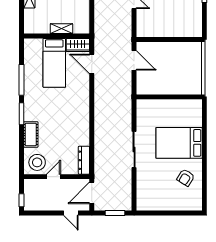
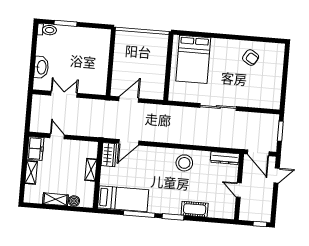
boiler: (29, 14) -> (74, 201), added
bed: (54, 63) -> (123, 199), moved
bed: (179, 143) -> (193, 59), moved
stool: (37, 162) -> (184, 163), moved

